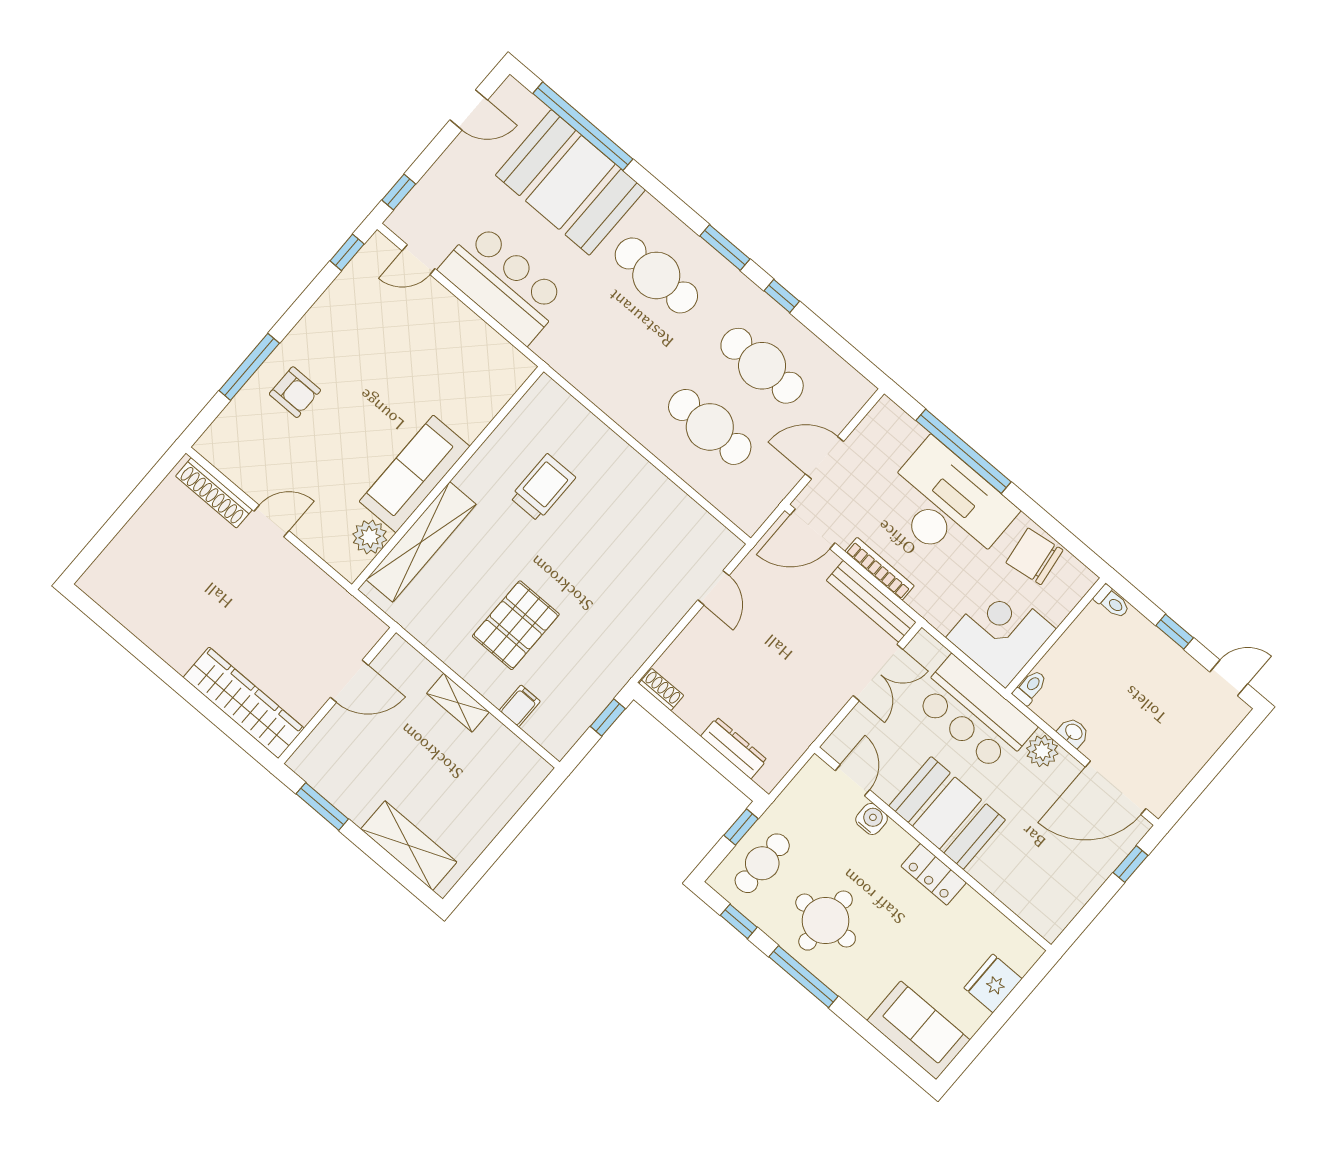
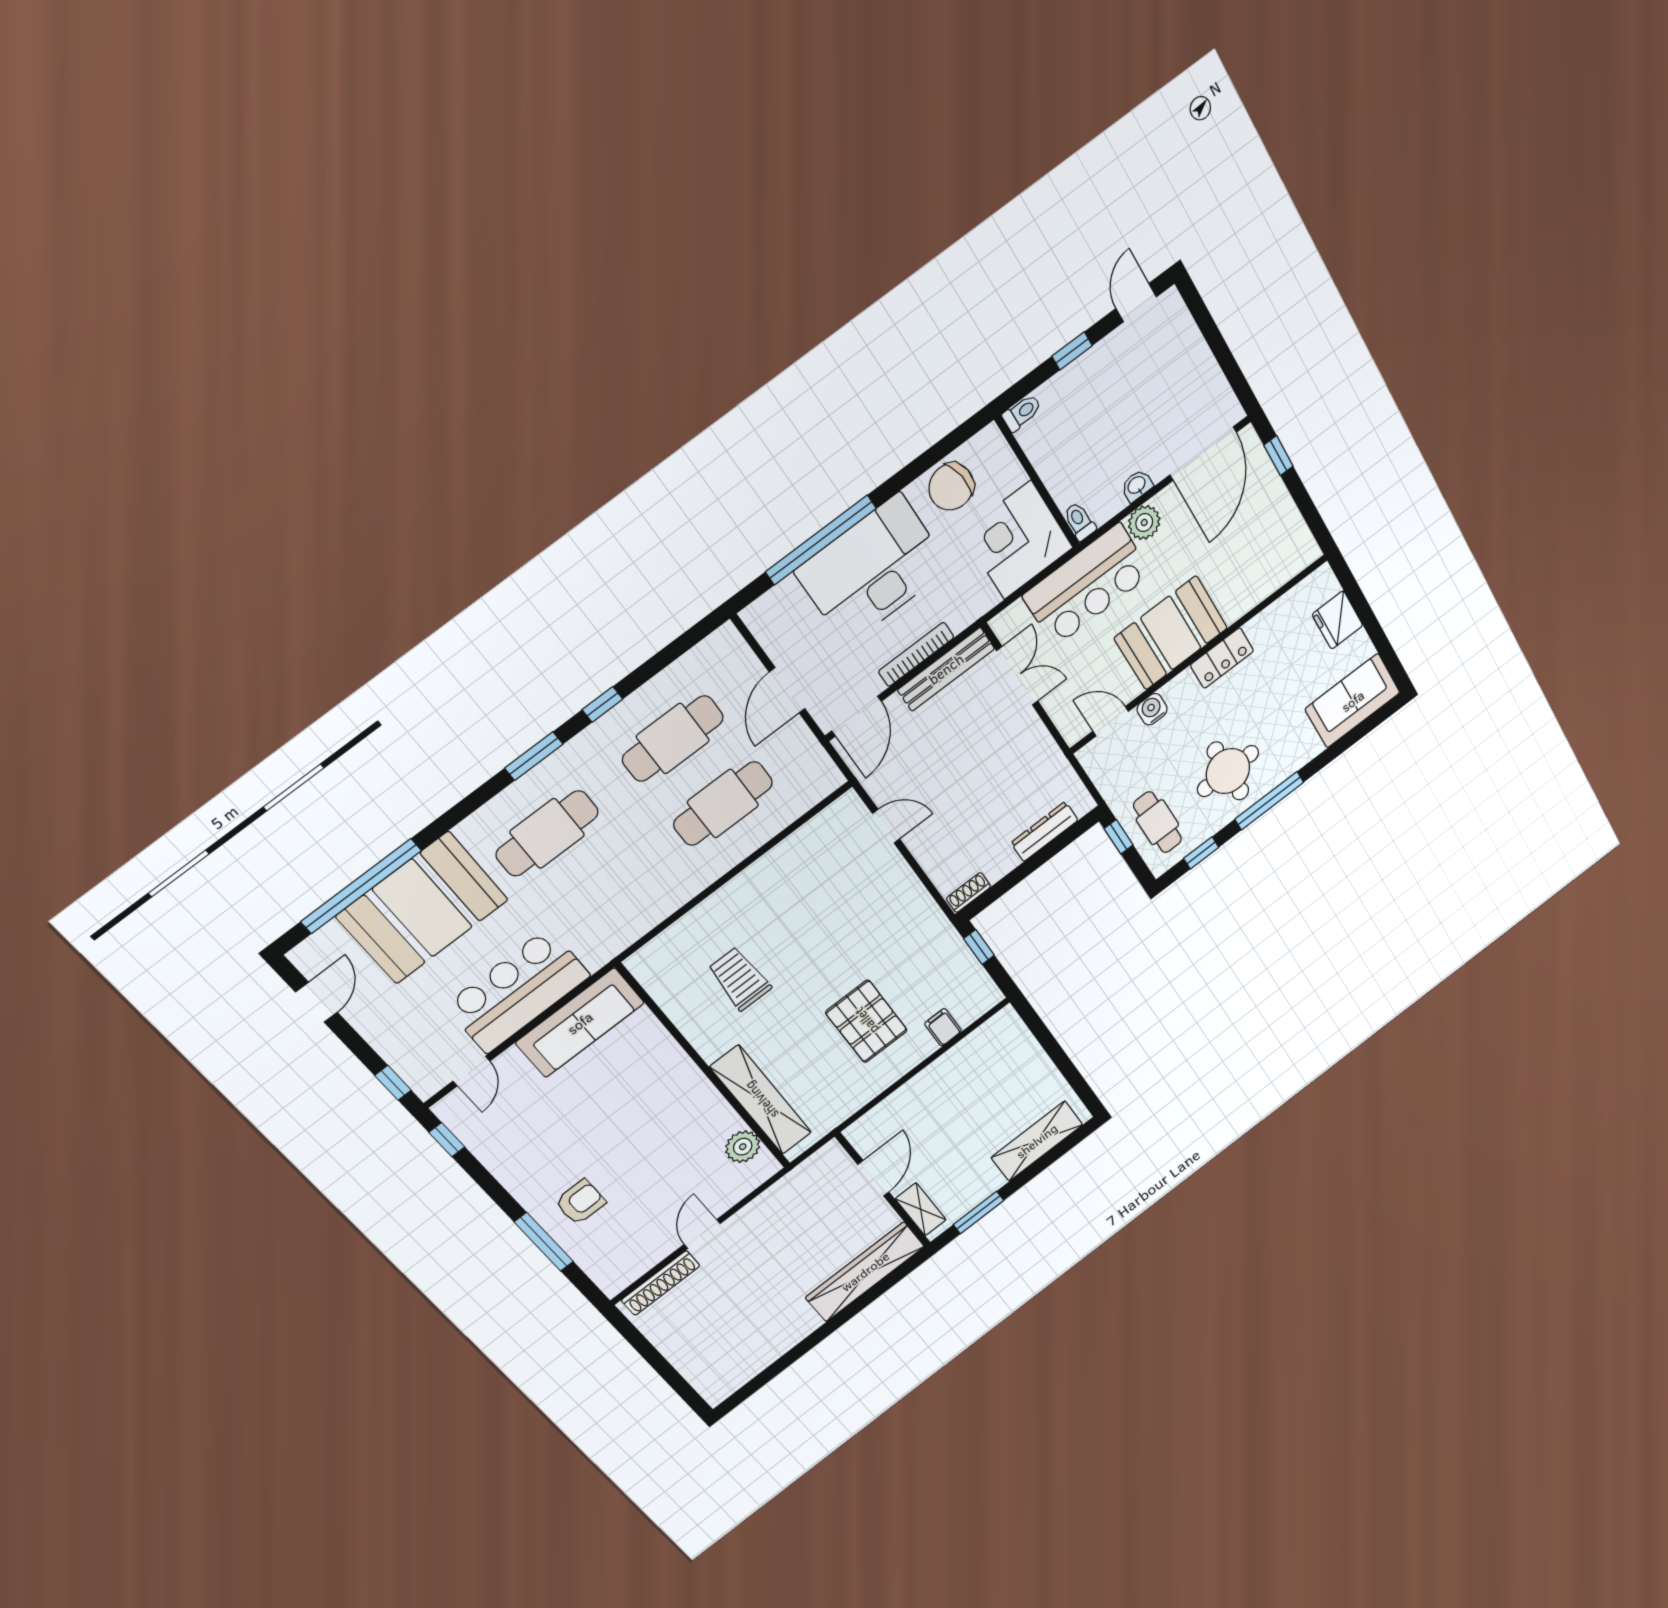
sofa: (415, 474) -> (580, 1023), moved, turned -90
shelving: (458, 703) -> (921, 1209), moved, turned 90

